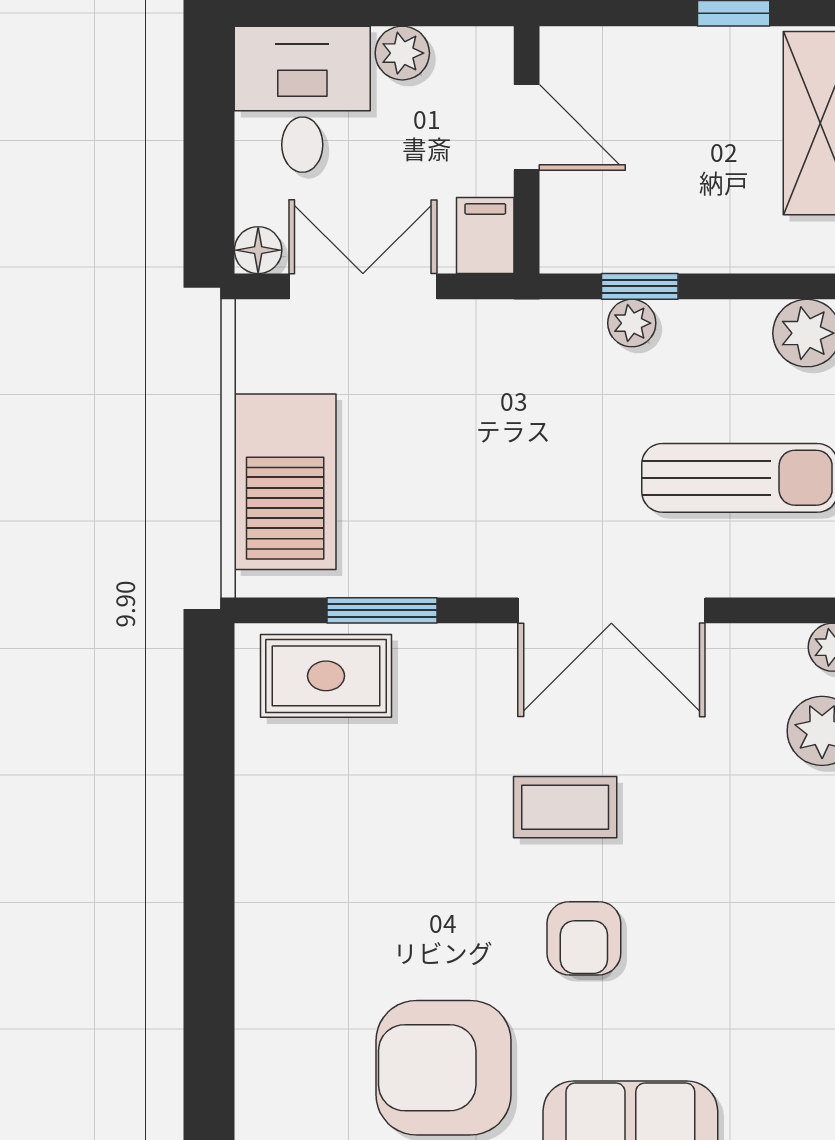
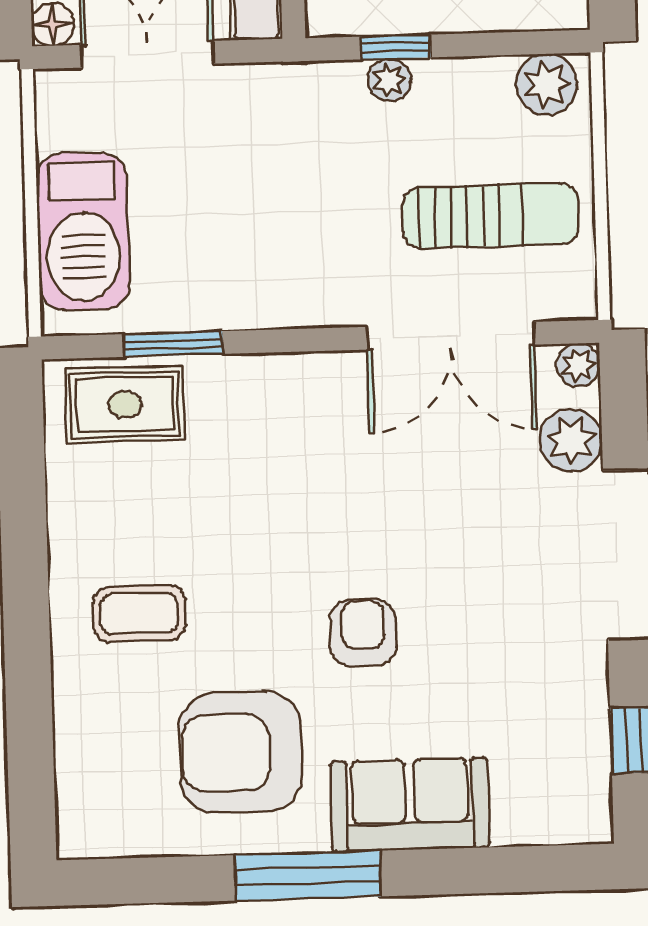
double door: (611, 610) -> (451, 336), moved
coffee table: (565, 807) -> (139, 614), moved
armchair: (584, 938) -> (363, 633), turned 180

